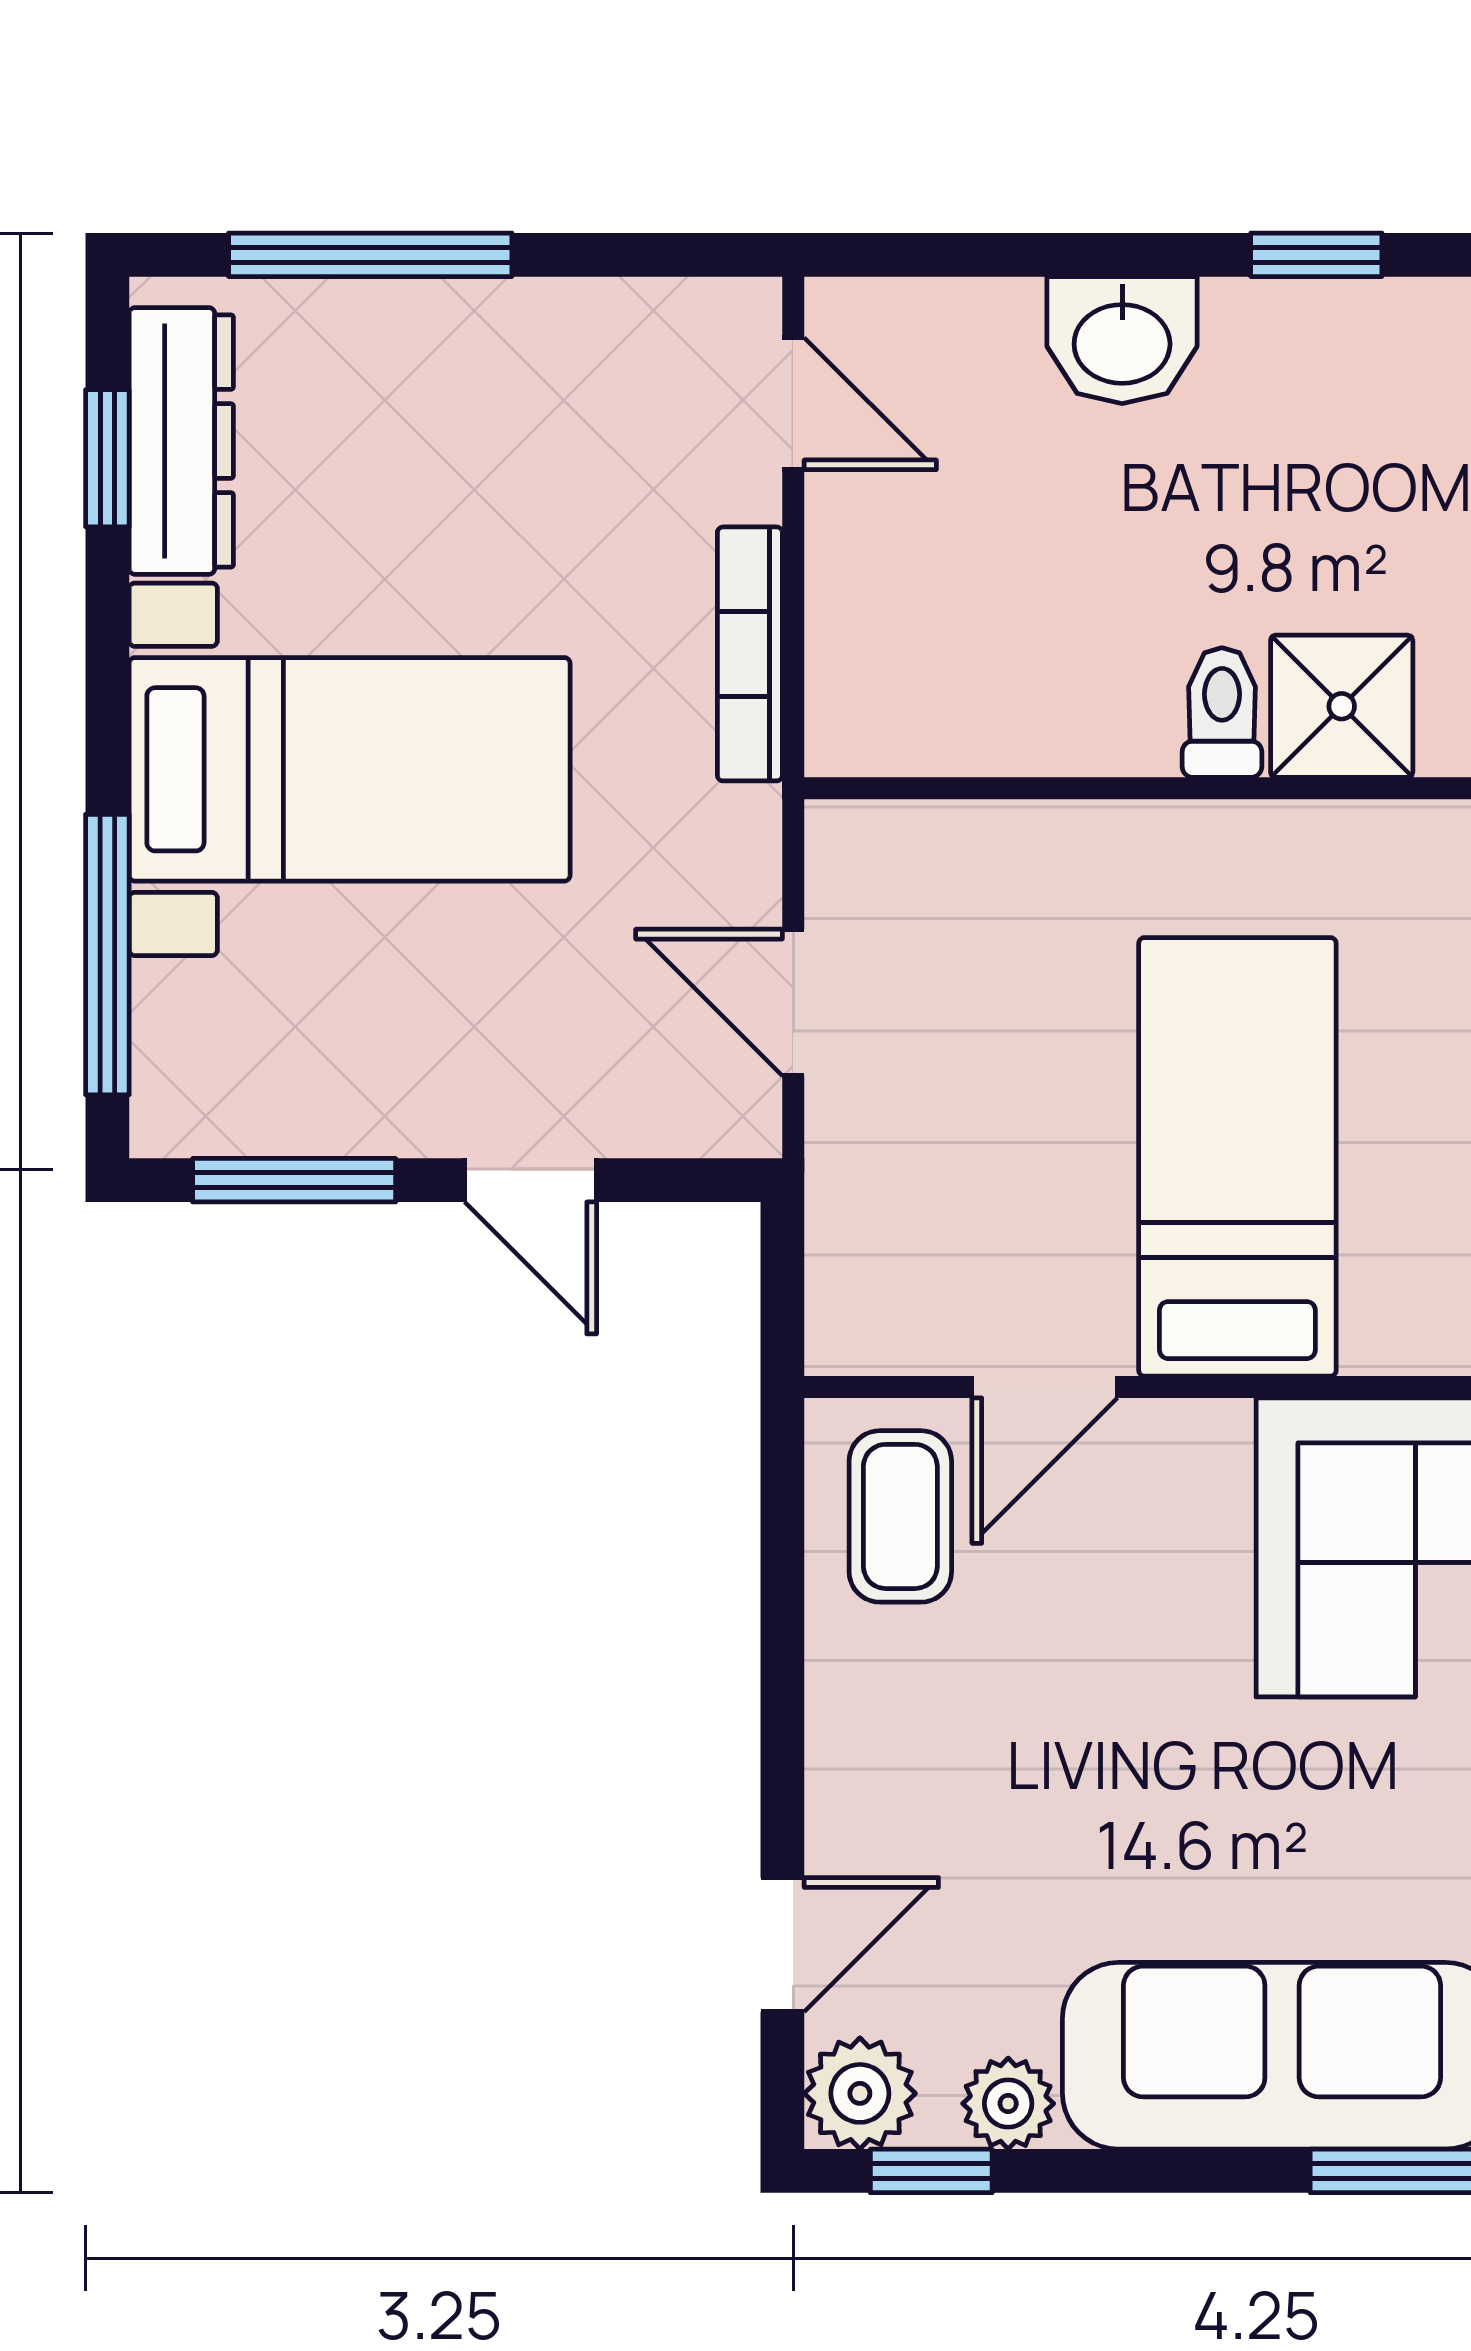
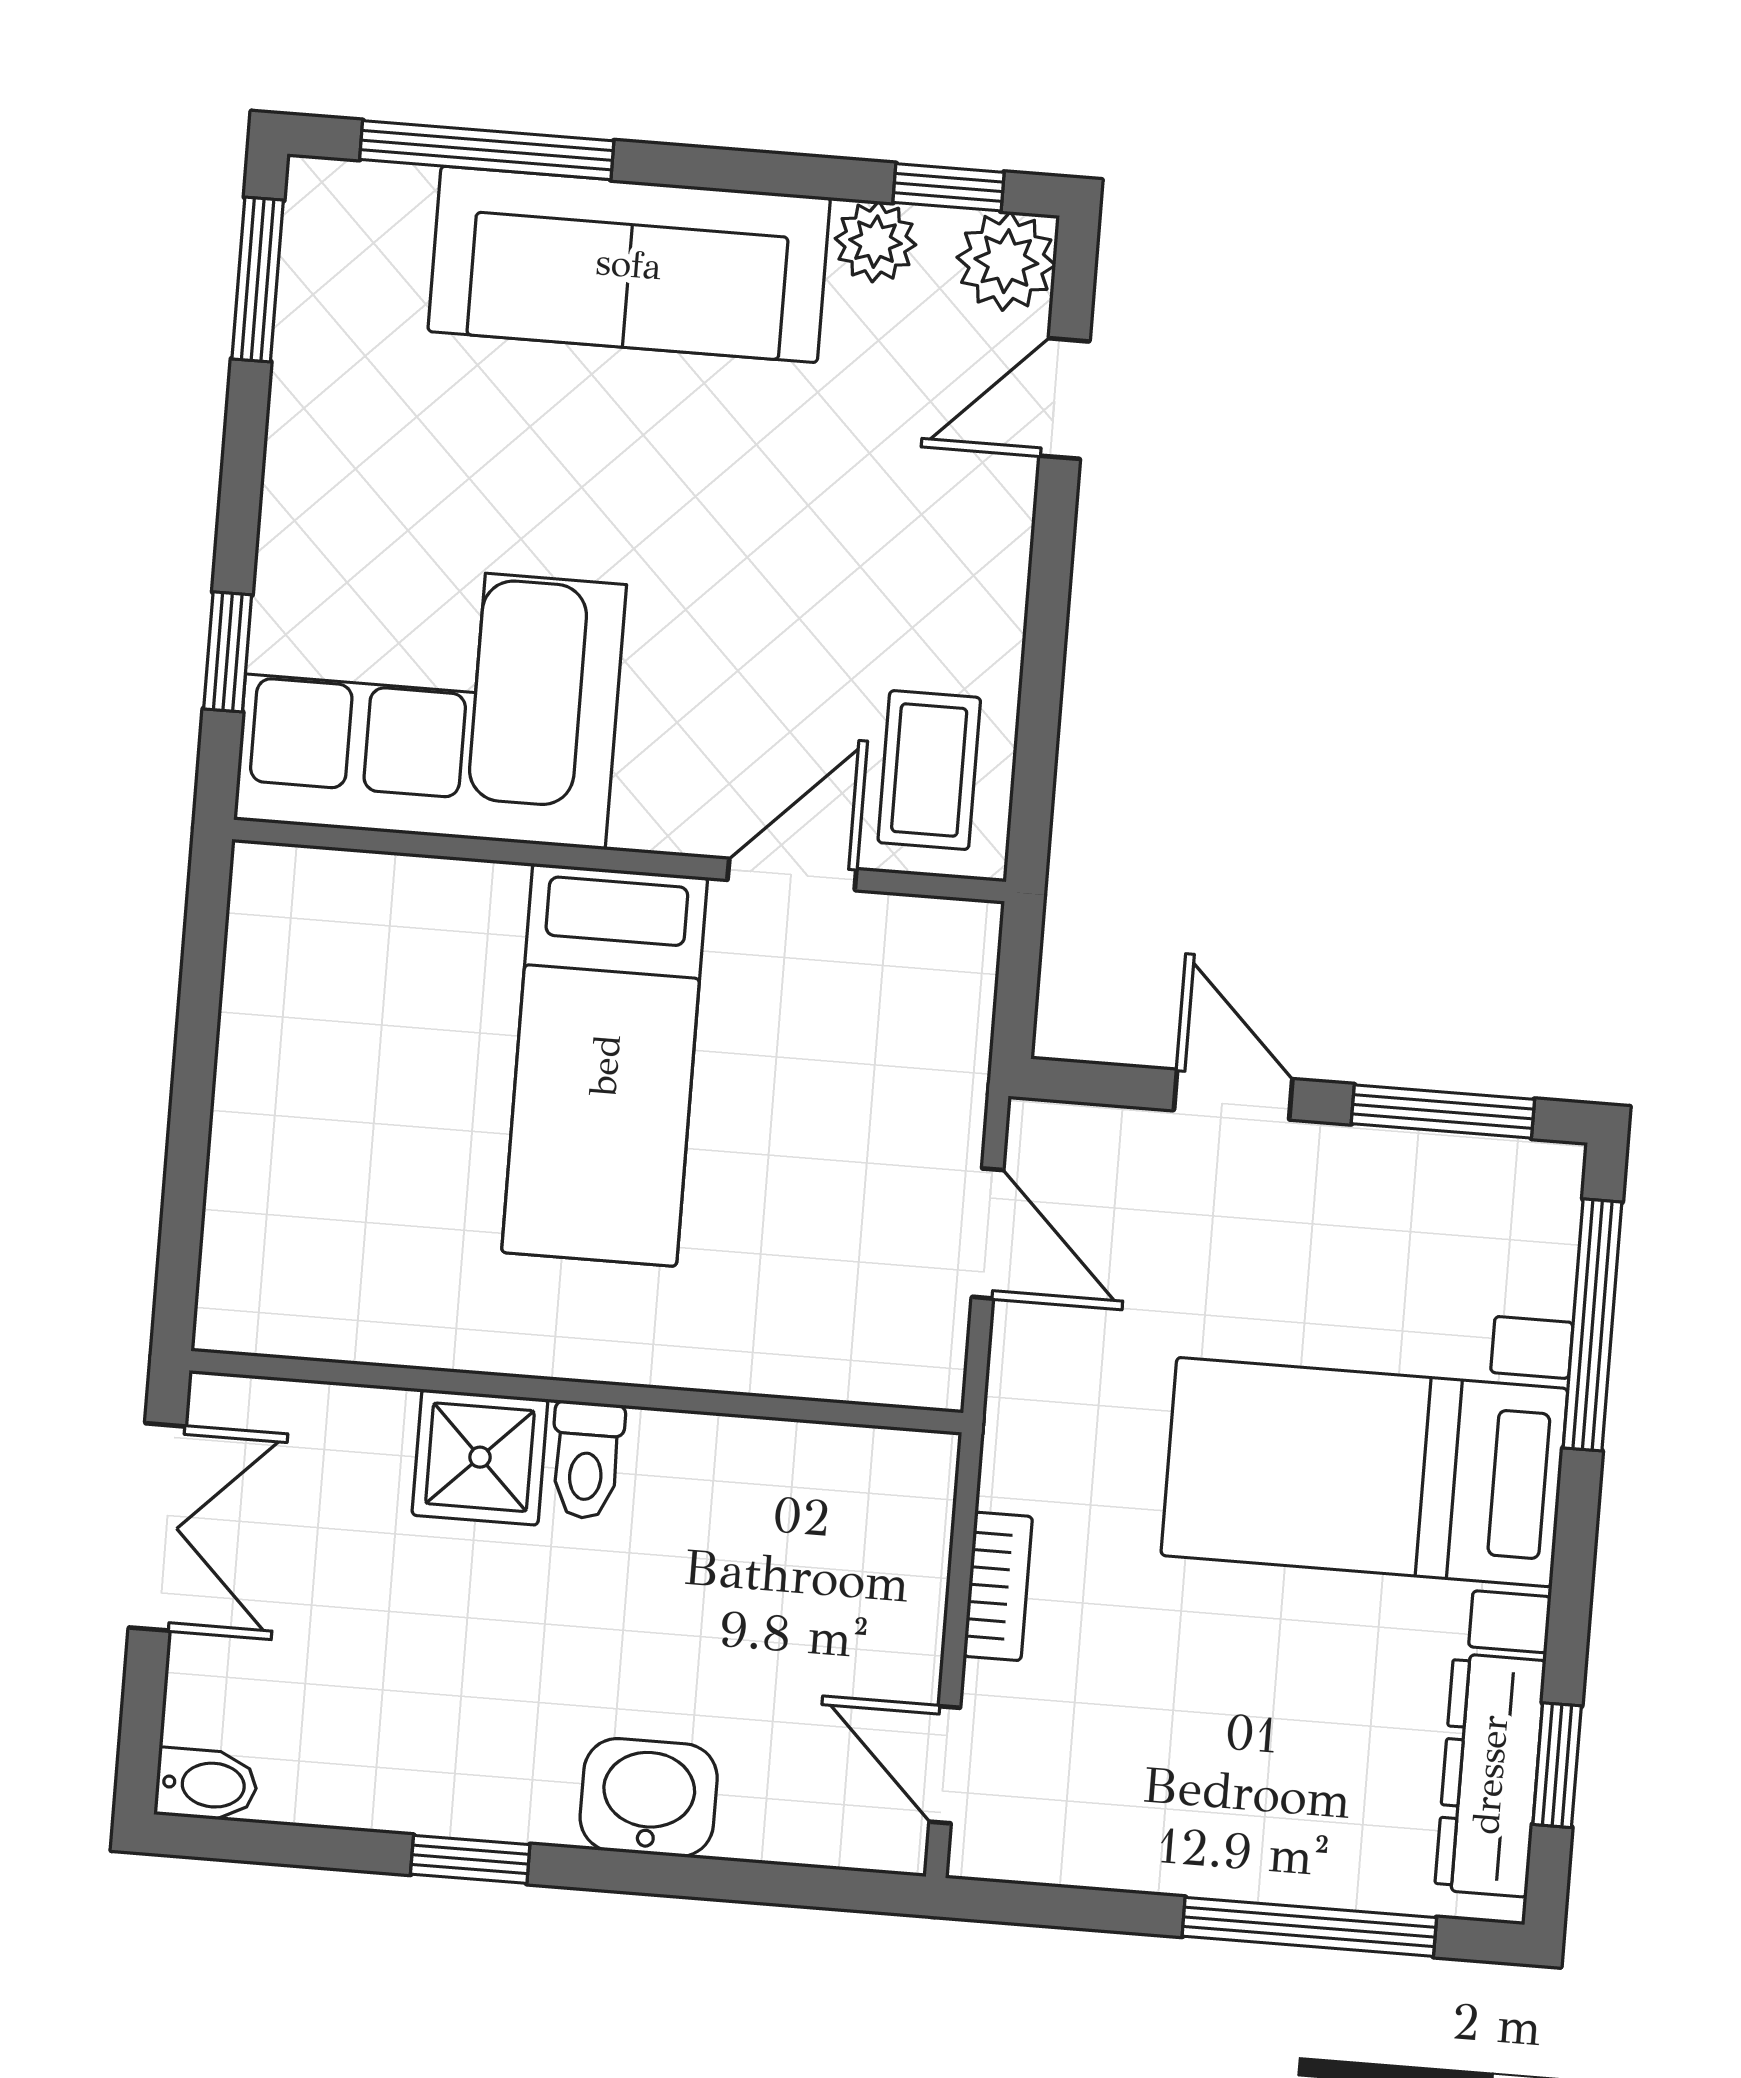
bookcase: (750, 654) -> (998, 1586), width x0.64

